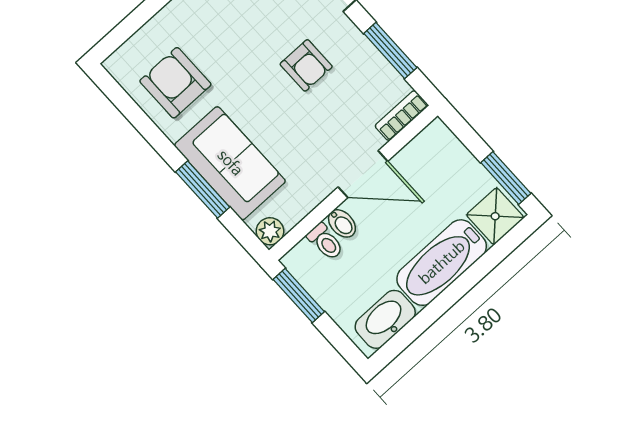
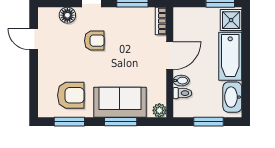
armchair: (306, 65) -> (94, 41), moved
armchair: (175, 83) -> (71, 95), turned 180
window: (135, 115) -> (69, 122), added
window: (299, 295) -> (209, 122), moved

